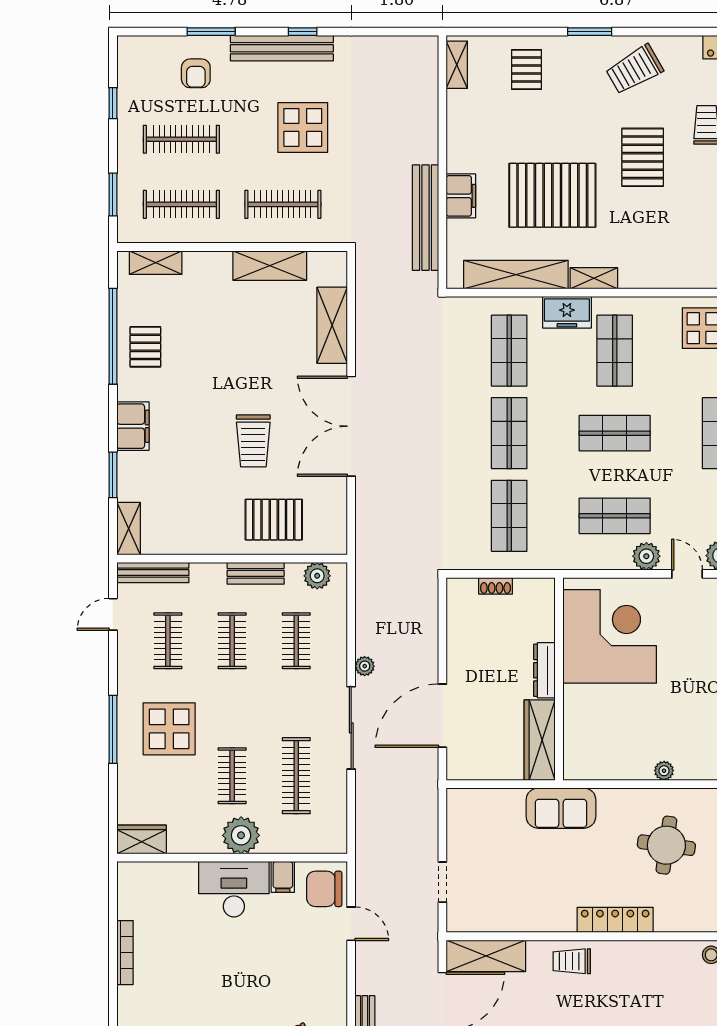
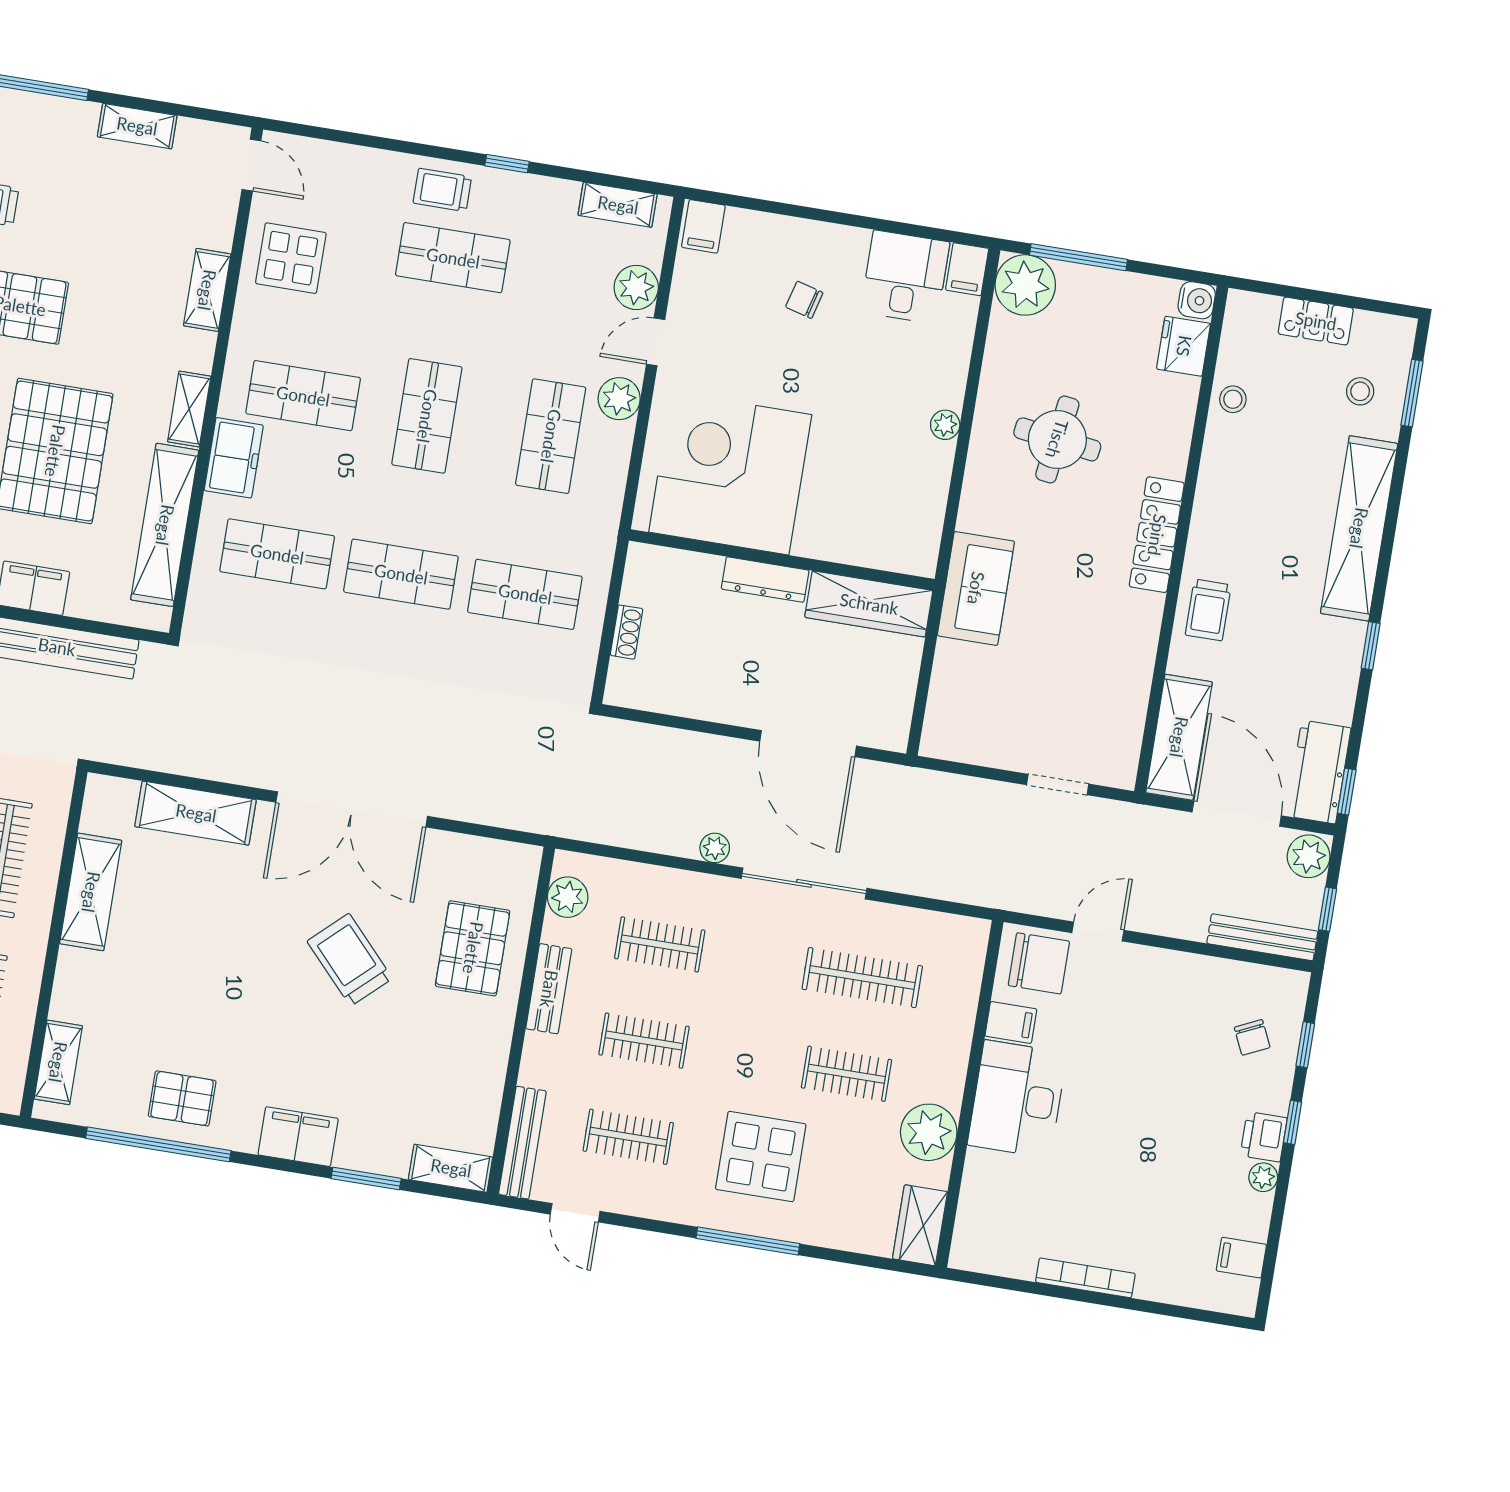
shelving: (673, 277) -> (207, 290), added
trolley: (253, 441) -> (350, 960), turned -133
plant: (241, 835) -> (929, 1132), moved
chair: (324, 889) -> (1039, 963), turned -90

